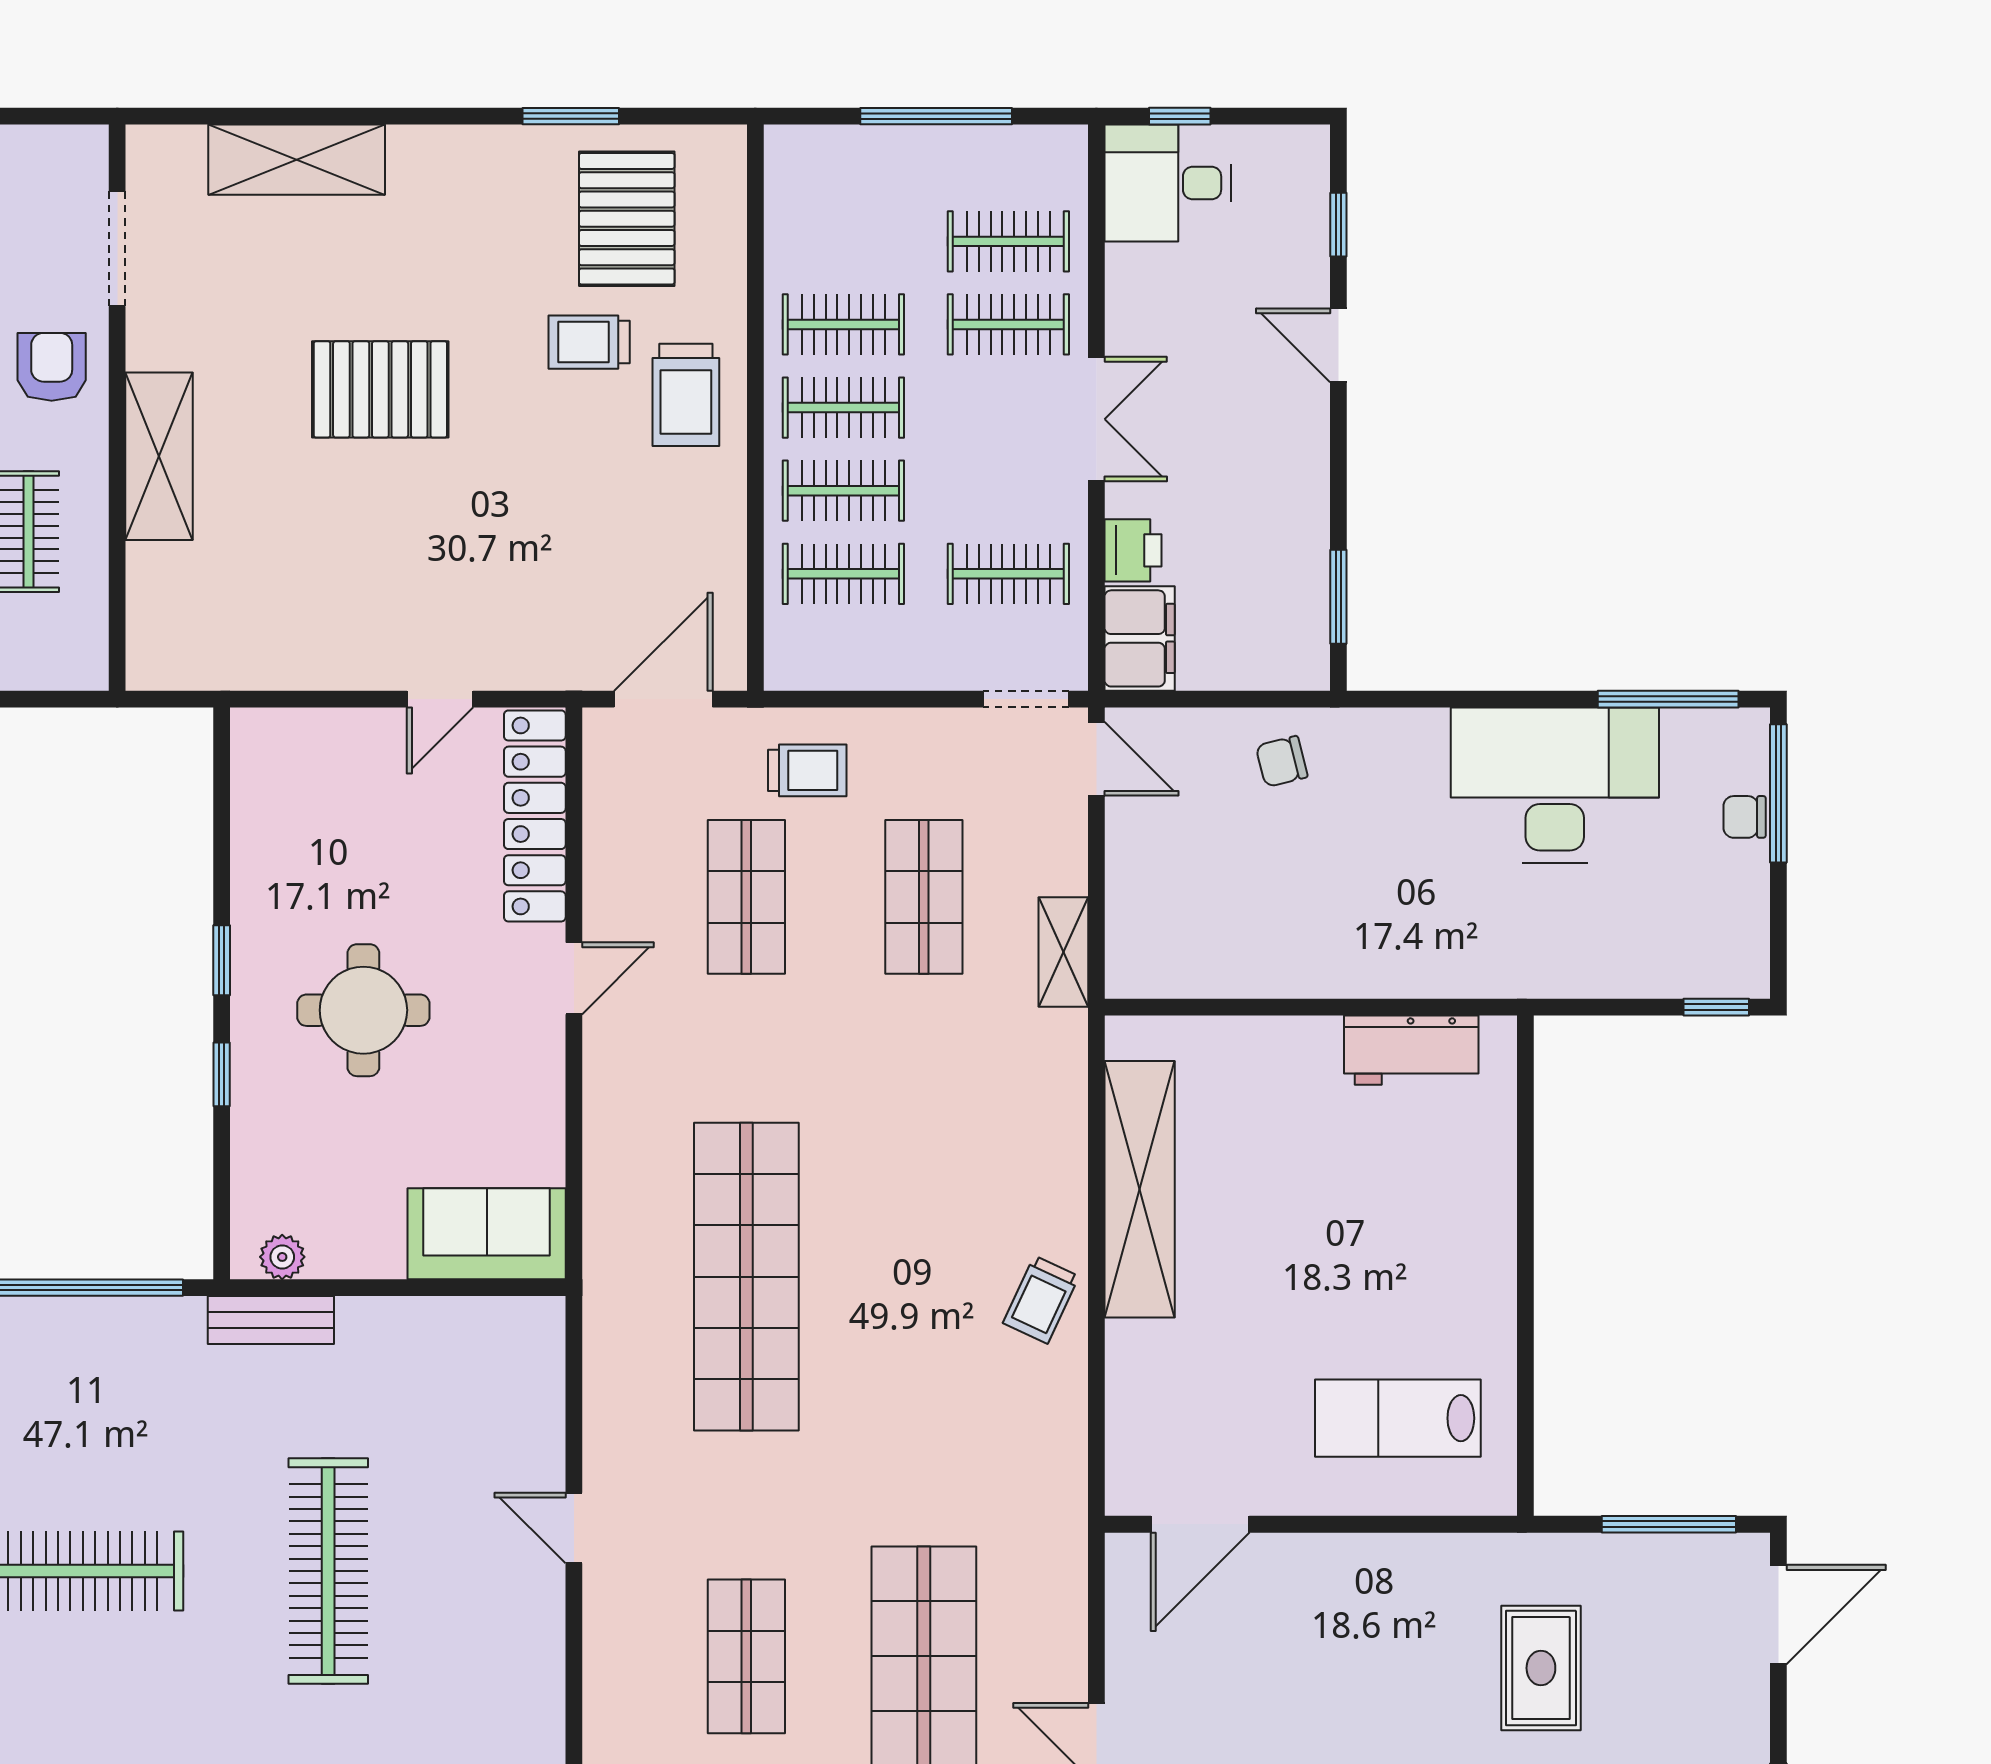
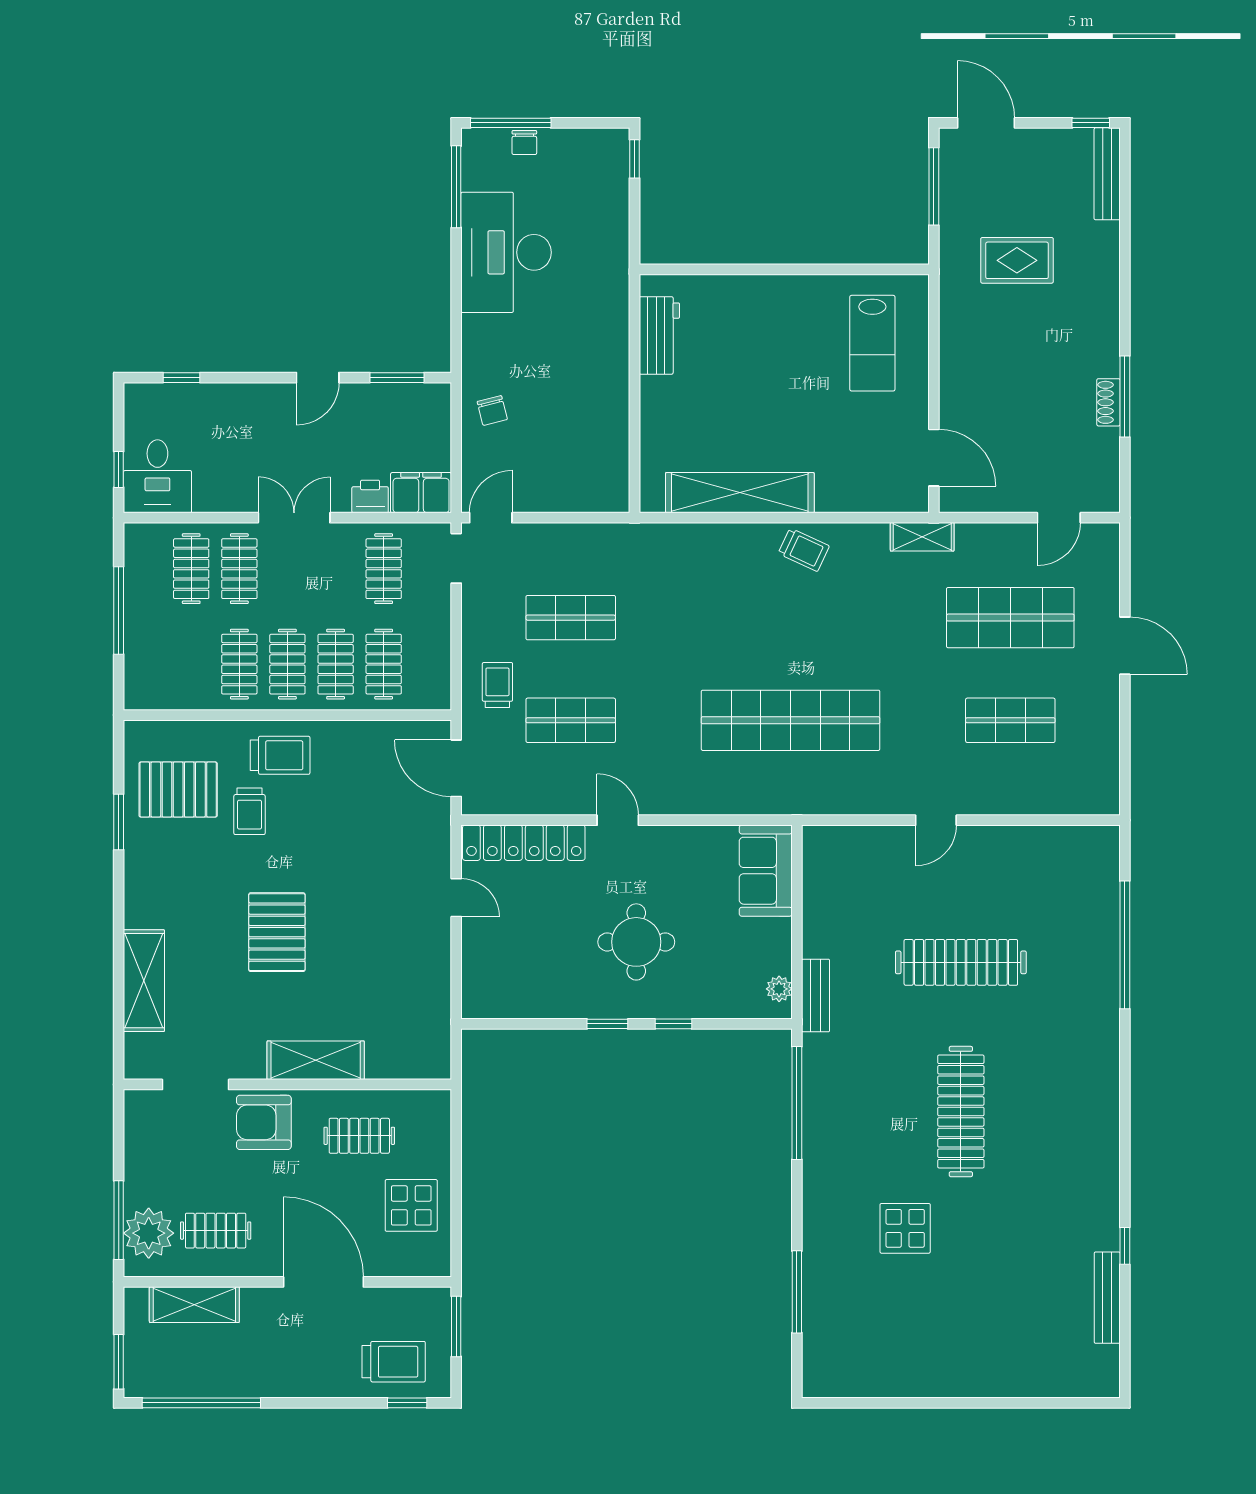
door: (1338, 345) -> (318, 378), moved
armchair: (52, 367) -> (264, 1122), width x1.38, depth x1.38
shelving: (1063, 952) -> (922, 537), moved

